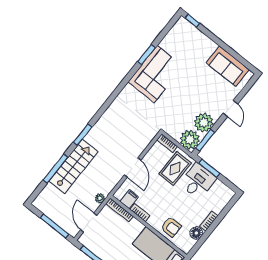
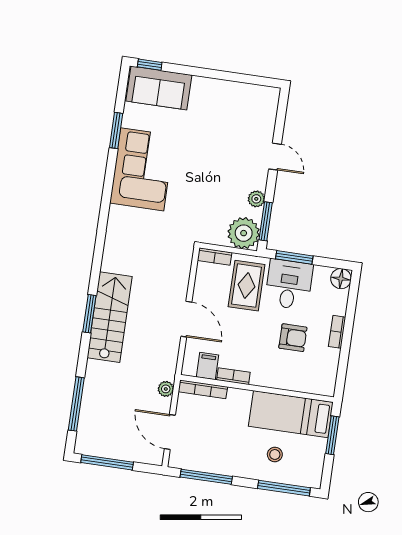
window: (146, 55) -> (116, 130), moved
sofa: (228, 66) -> (159, 88), moved
plant: (204, 123) -> (256, 199), width x0.53, depth x0.53
stairs: (74, 166) -> (110, 317), moved
window: (55, 169) -> (76, 404), moved
window: (55, 226) -> (107, 462), moved
armchair: (171, 227) -> (293, 338), moved
floor lamp: (196, 233) -> (341, 279), moved

